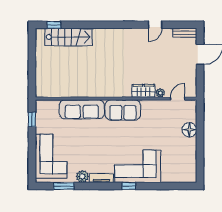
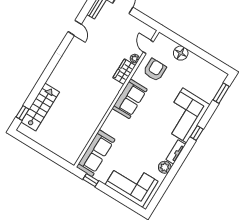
sofa: (82, 109) -> (96, 153), moved
armchair: (161, 116) -> (155, 70), added
window: (64, 186) -> (221, 93), moved

